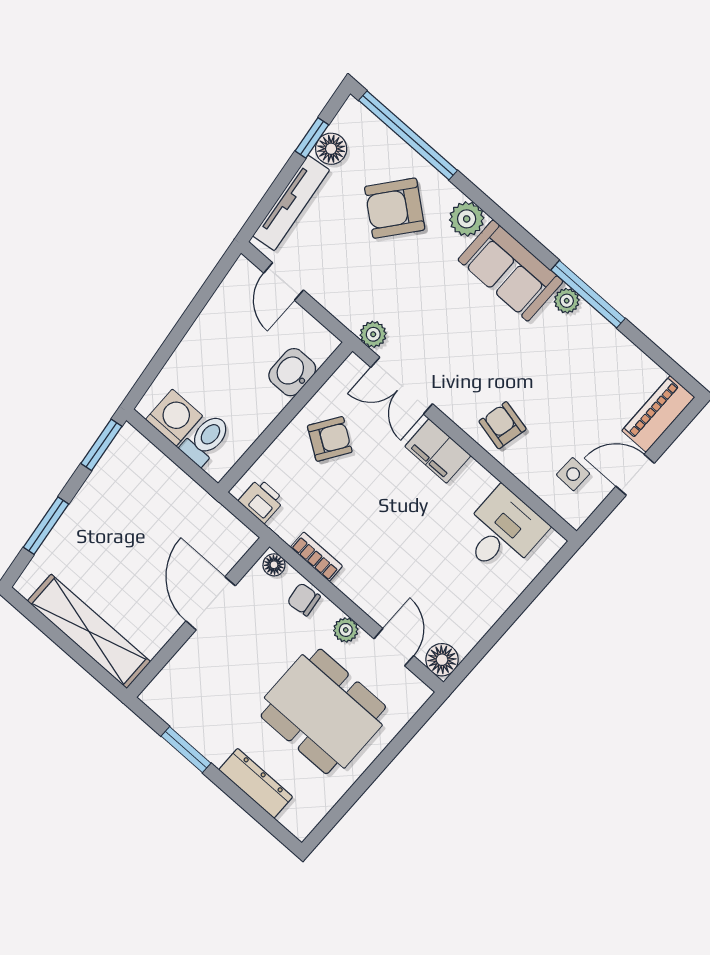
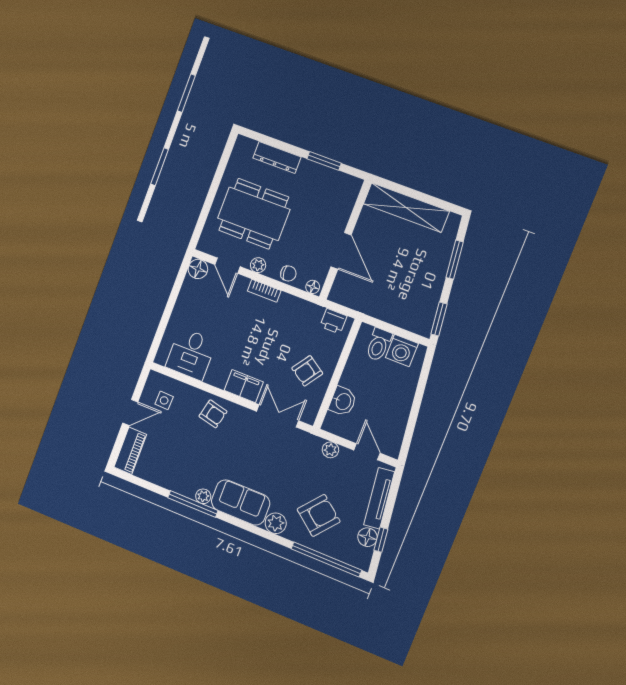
plant: (373, 334) -> (330, 450), moved
bookcase: (316, 557) -> (264, 291), moved

